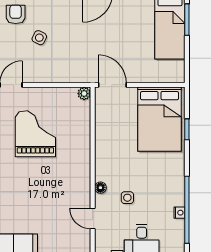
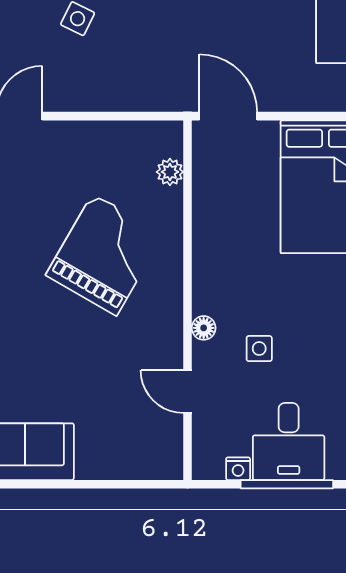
plant: (84, 94) -> (170, 172), moved
grand piano: (35, 134) -> (105, 254), moved, turned 30

